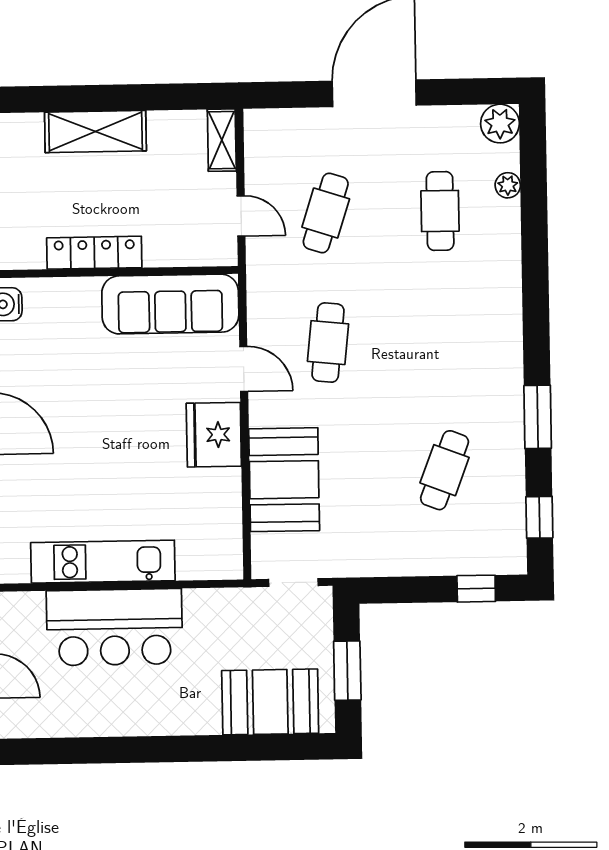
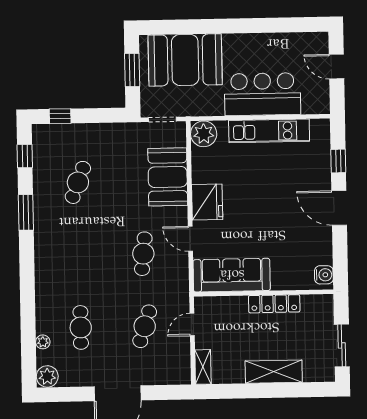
door: (241, 216) -> (192, 324), hinge flipped
plant: (220, 557) -> (204, 134), added
booth: (270, 702) -> (185, 60), width x1.36, depth x1.42

